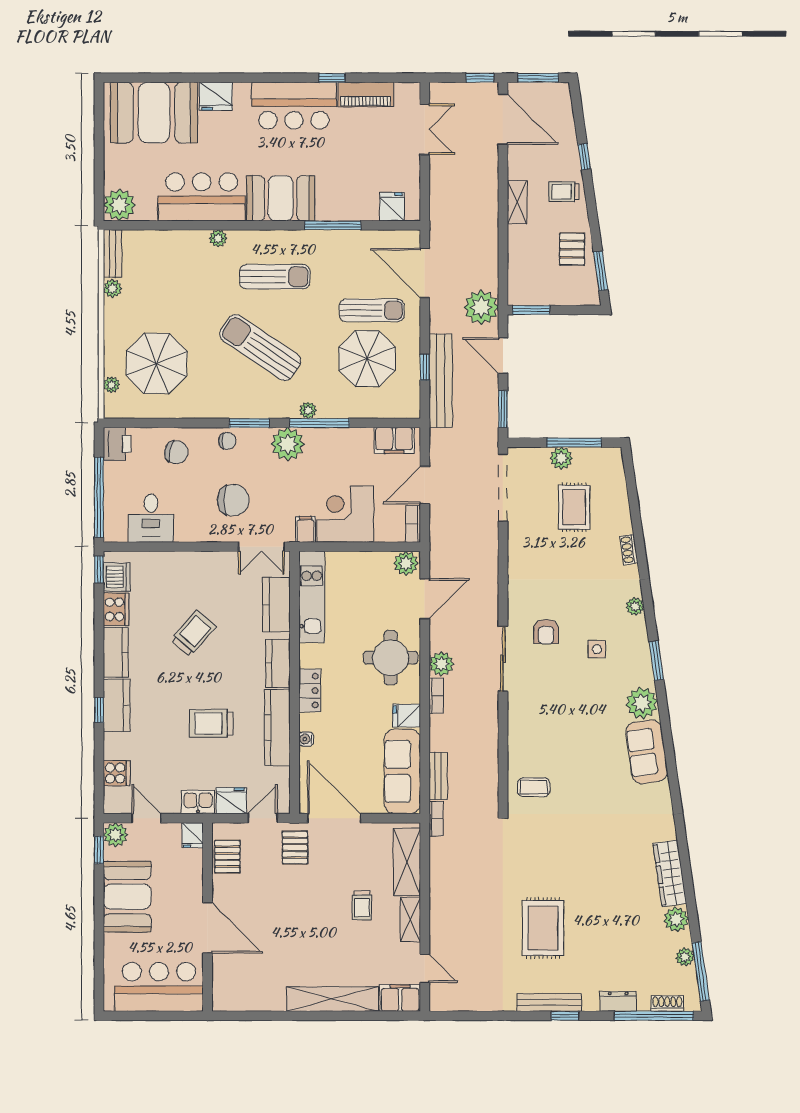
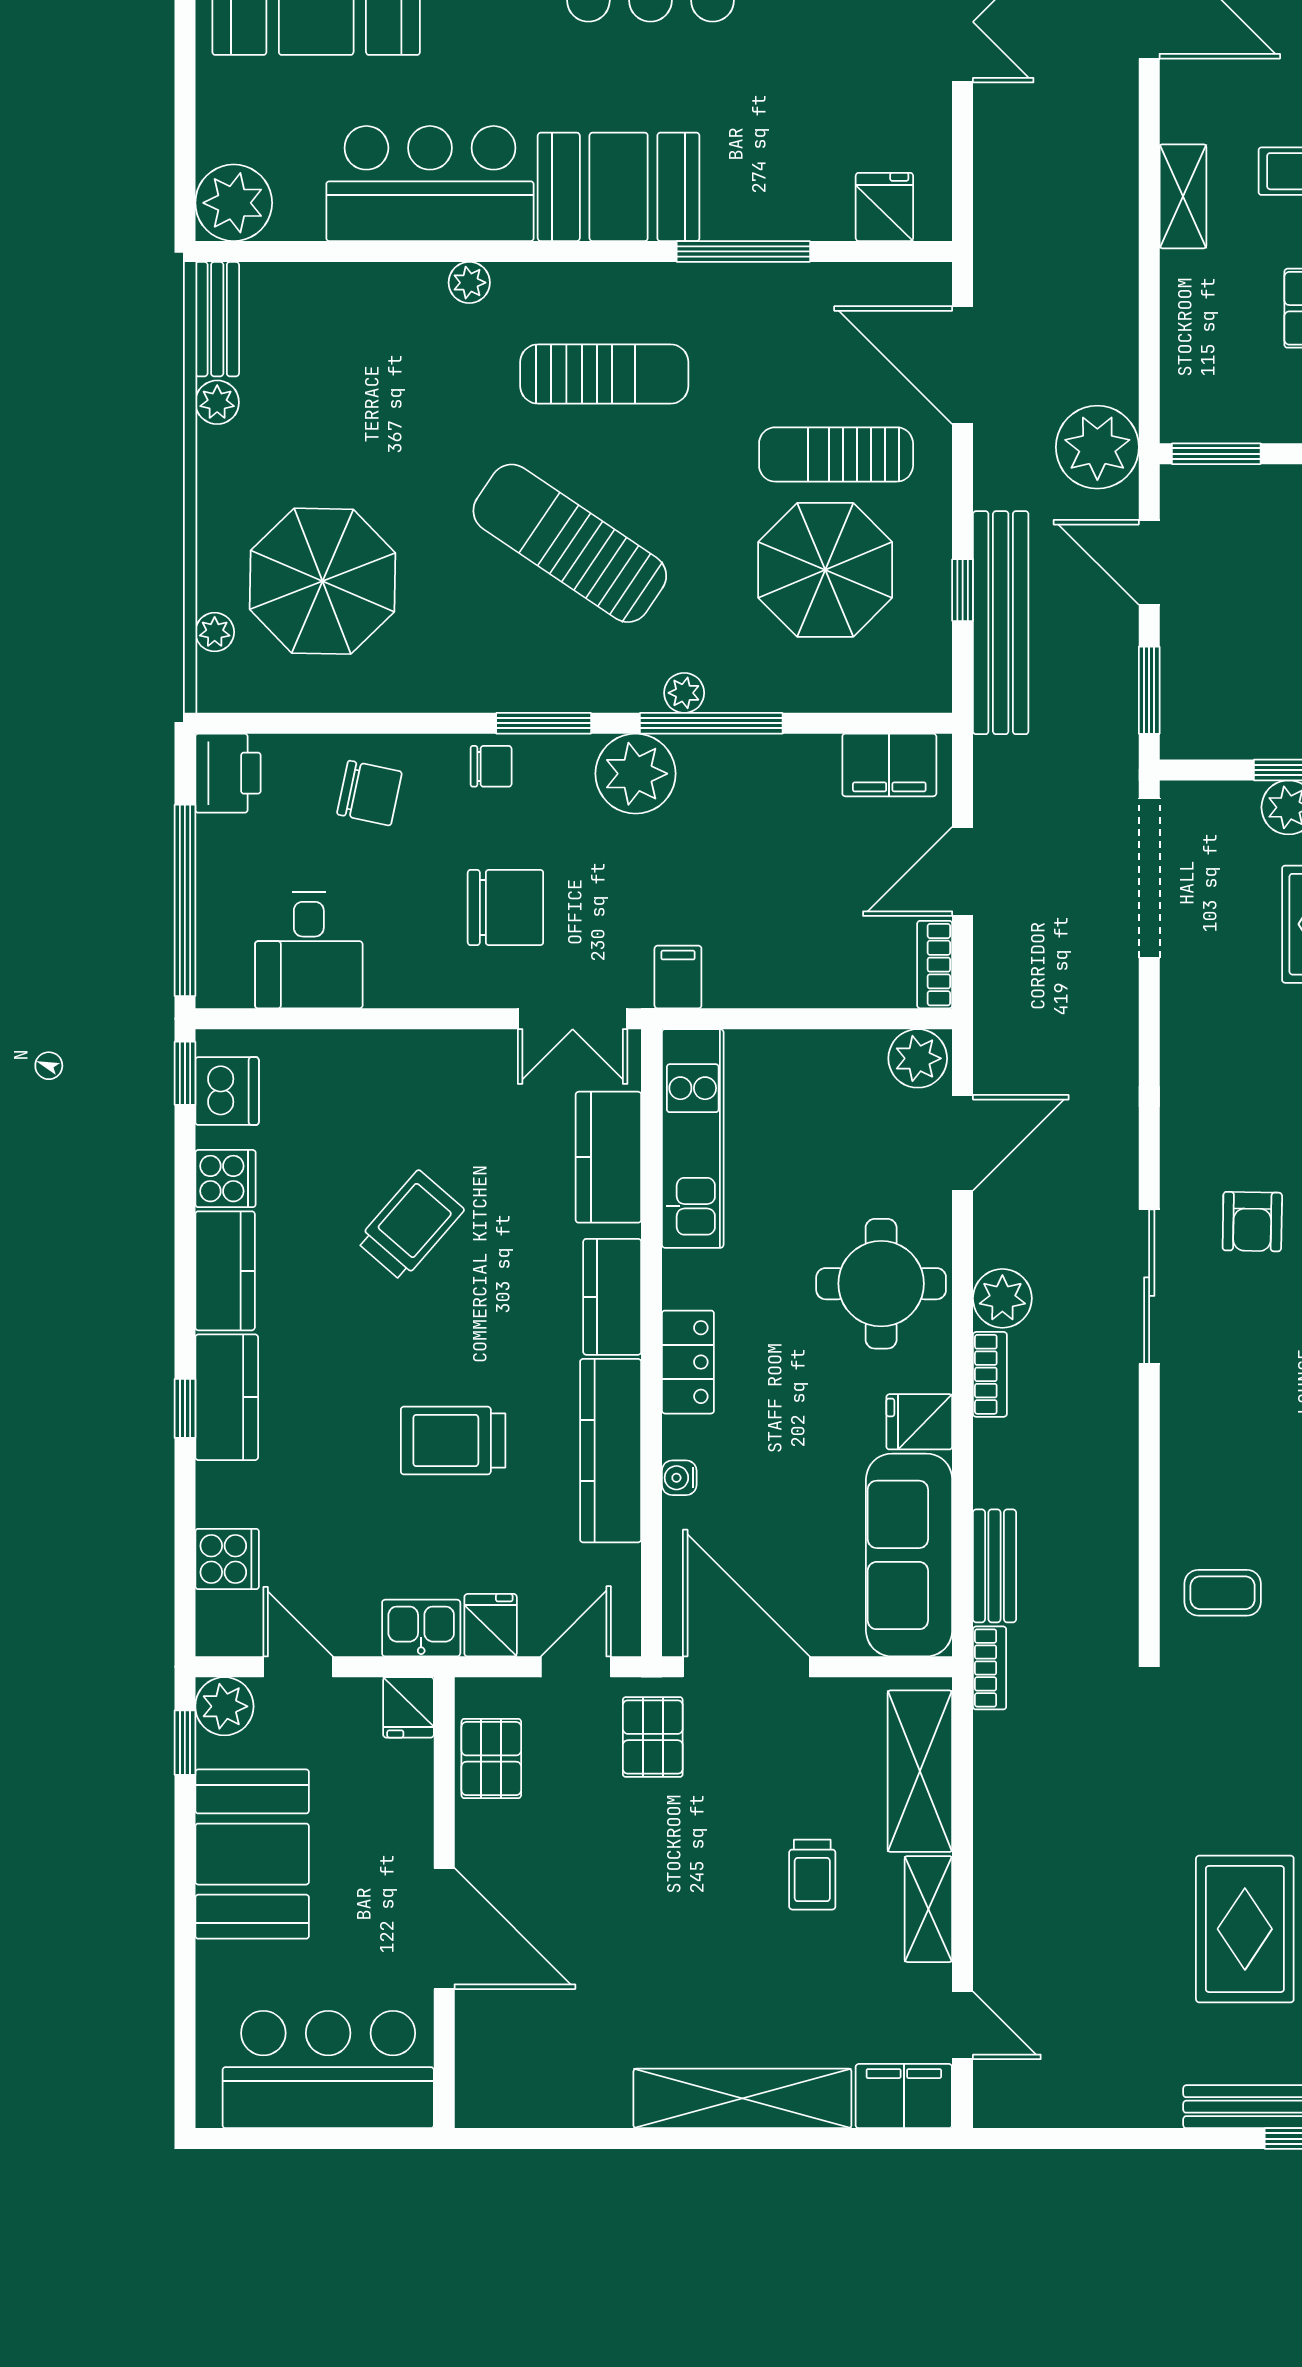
sun lounger: (372, 310) -> (836, 454), turned 180
corner desk: (345, 514) -> (773, 941), removed
cooker: (116, 609) -> (225, 1179), width x0.73
fridge: (231, 801) -> (491, 1625), width x0.72

